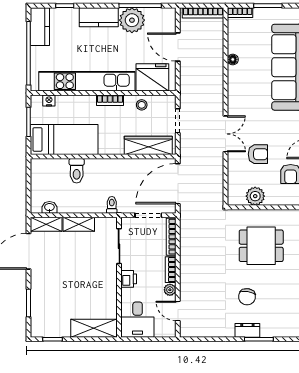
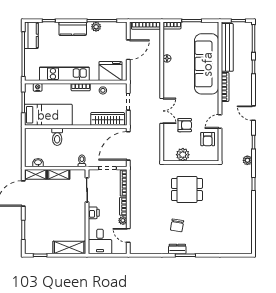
plant: (132, 20) -> (96, 27), width x0.53, depth x0.53
door: (178, 47) -> (128, 50), swing flipped
kitchen unit: (87, 81) -> (64, 74), width x0.73

